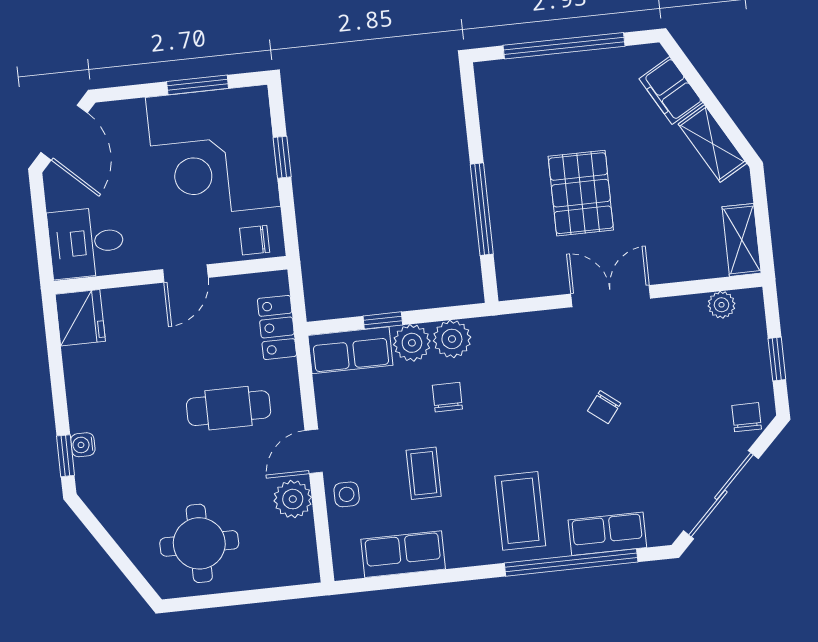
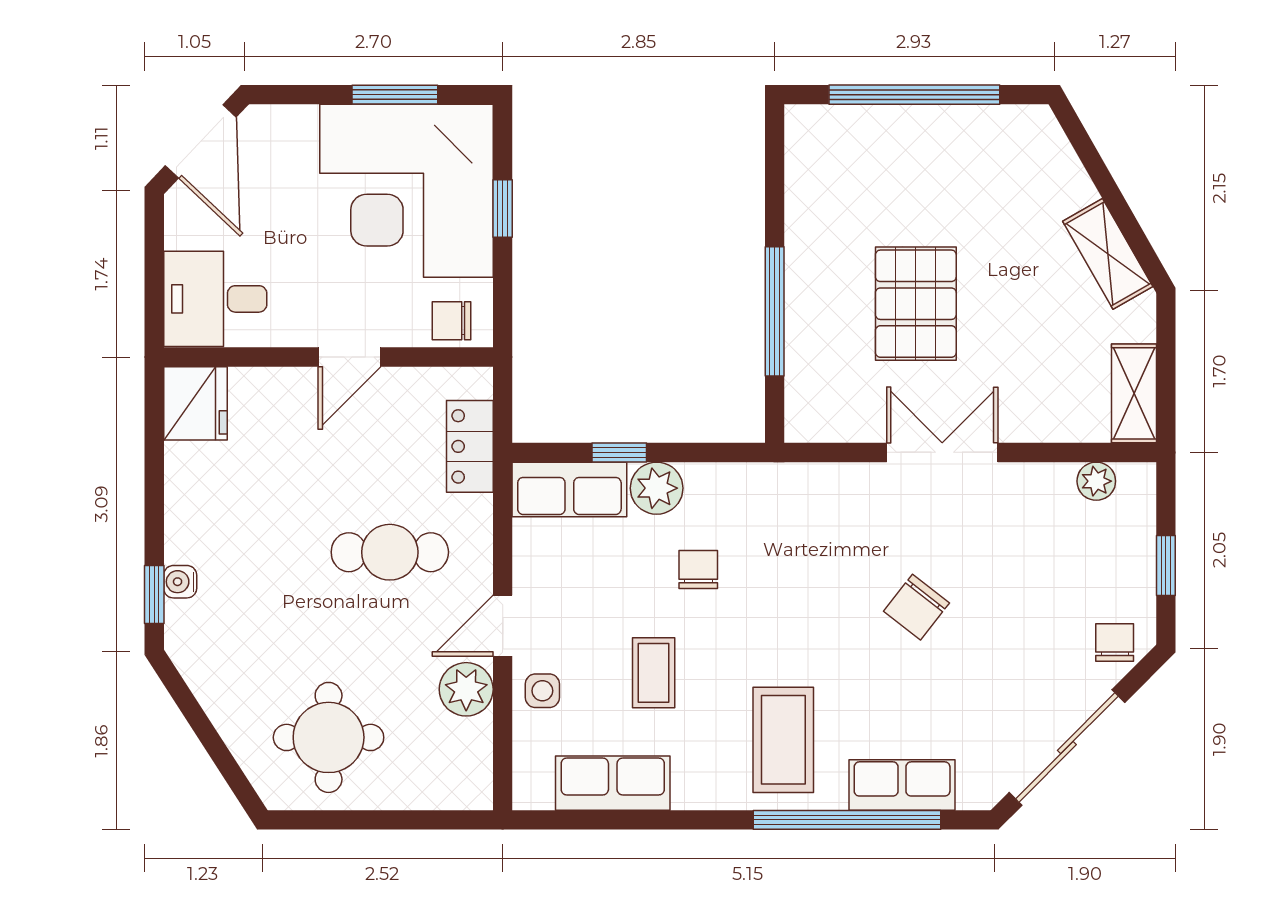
filing cabinet: (671, 91) -> (1057, 173), removed
plant: (452, 339) -> (713, 489), removed
chair: (604, 407) -> (916, 607), width x1.37, depth x1.37

